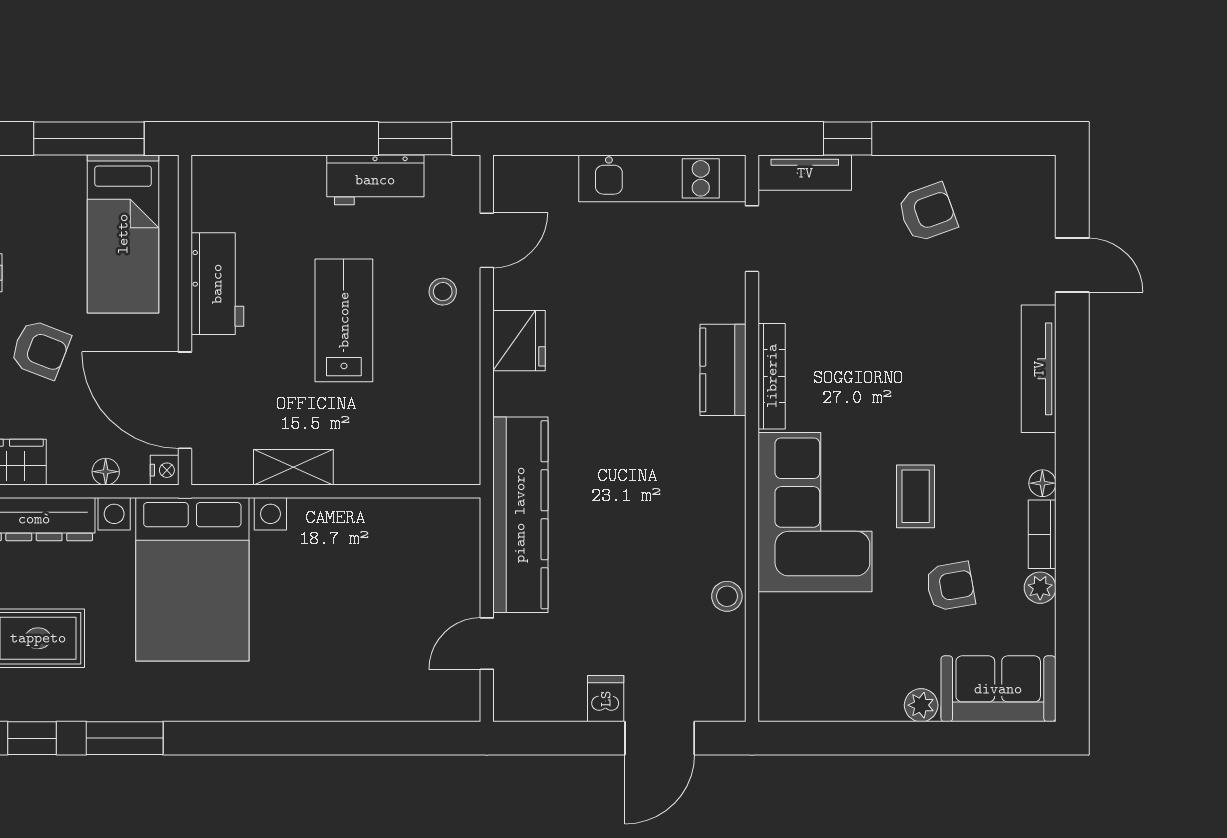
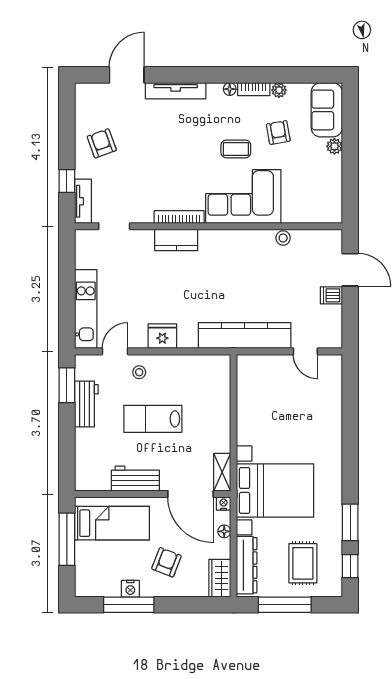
kitchen unit: (662, 178) -> (86, 309), moved
door: (487, 240) -> (115, 351), hinge flipped
door: (1072, 265) -> (127, 75), width x1.38
door: (185, 400) -> (191, 494), hinge flipped
shelving: (293, 467) -> (222, 472), moved

